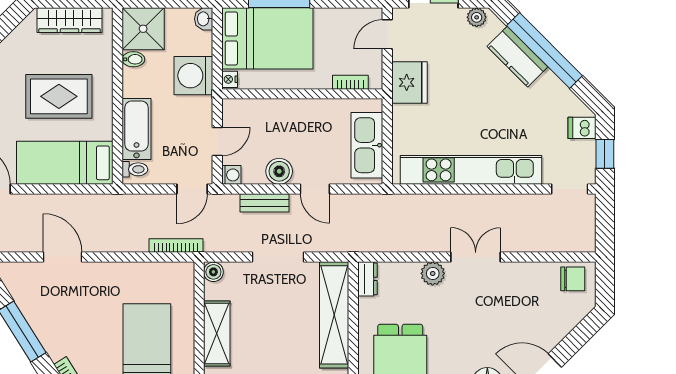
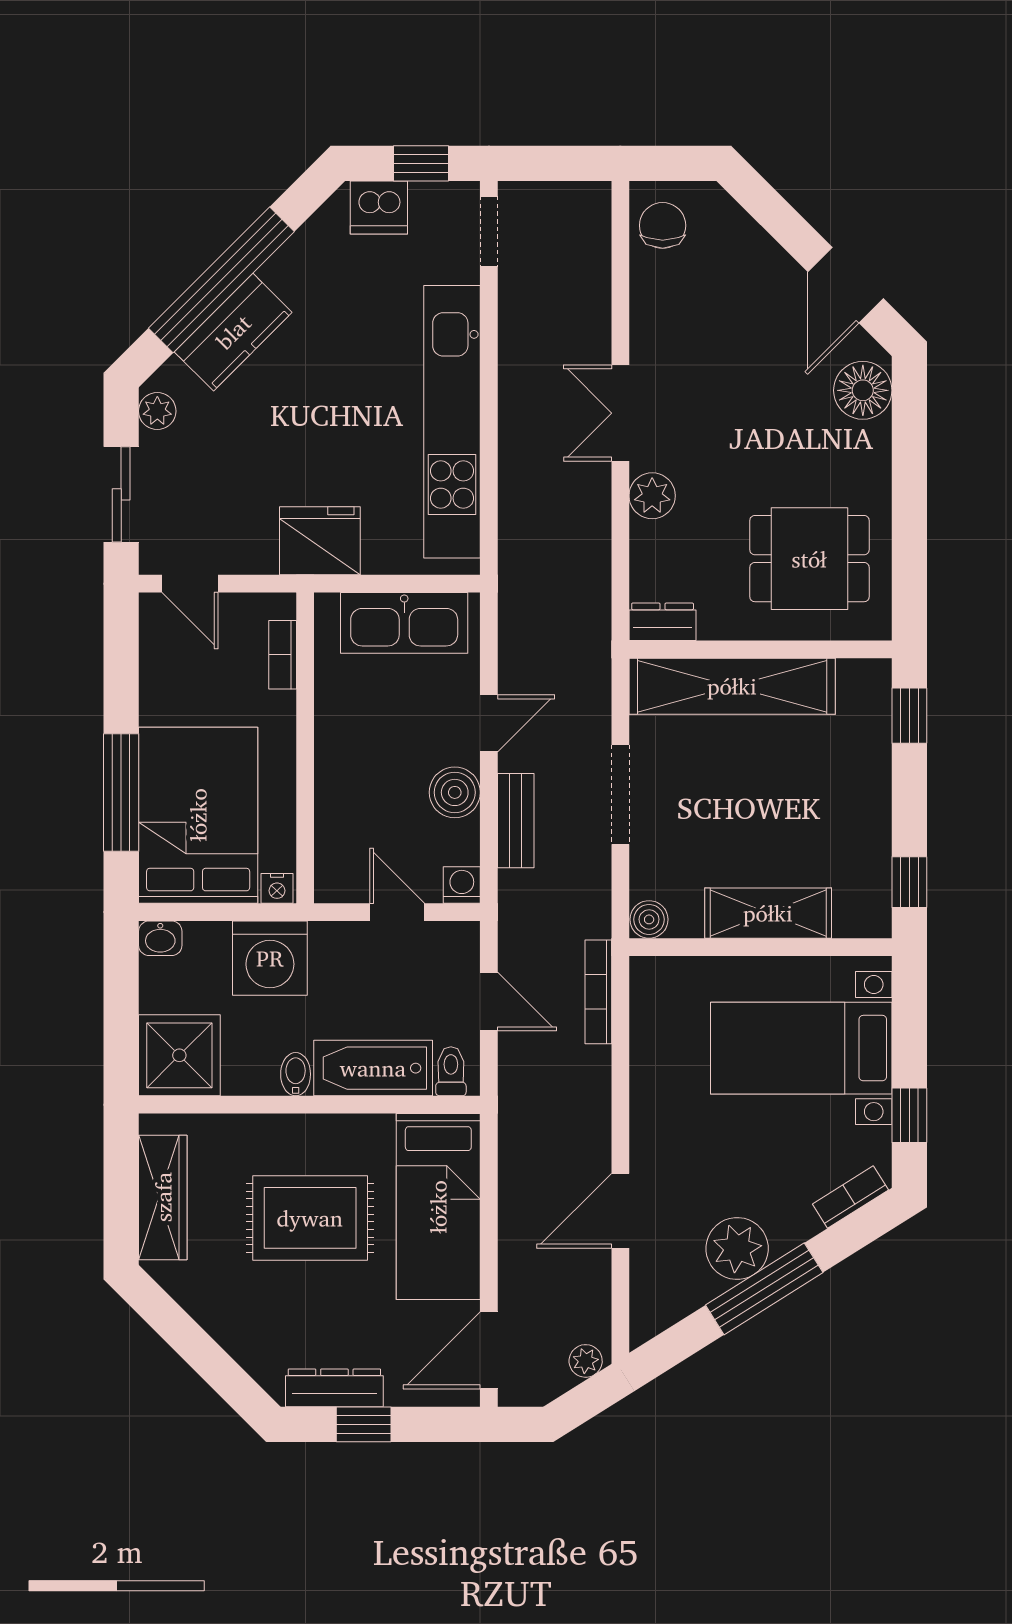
bidet: (133, 59) -> (296, 1074), moved
fridge: (409, 82) -> (320, 541), moved
rug: (59, 96) -> (310, 1218), turned 90
dishwasher: (582, 128) -> (379, 208), width x1.38
door: (192, 189) -> (489, 1002), moved
plant: (43, 317) -> (737, 1248), added

